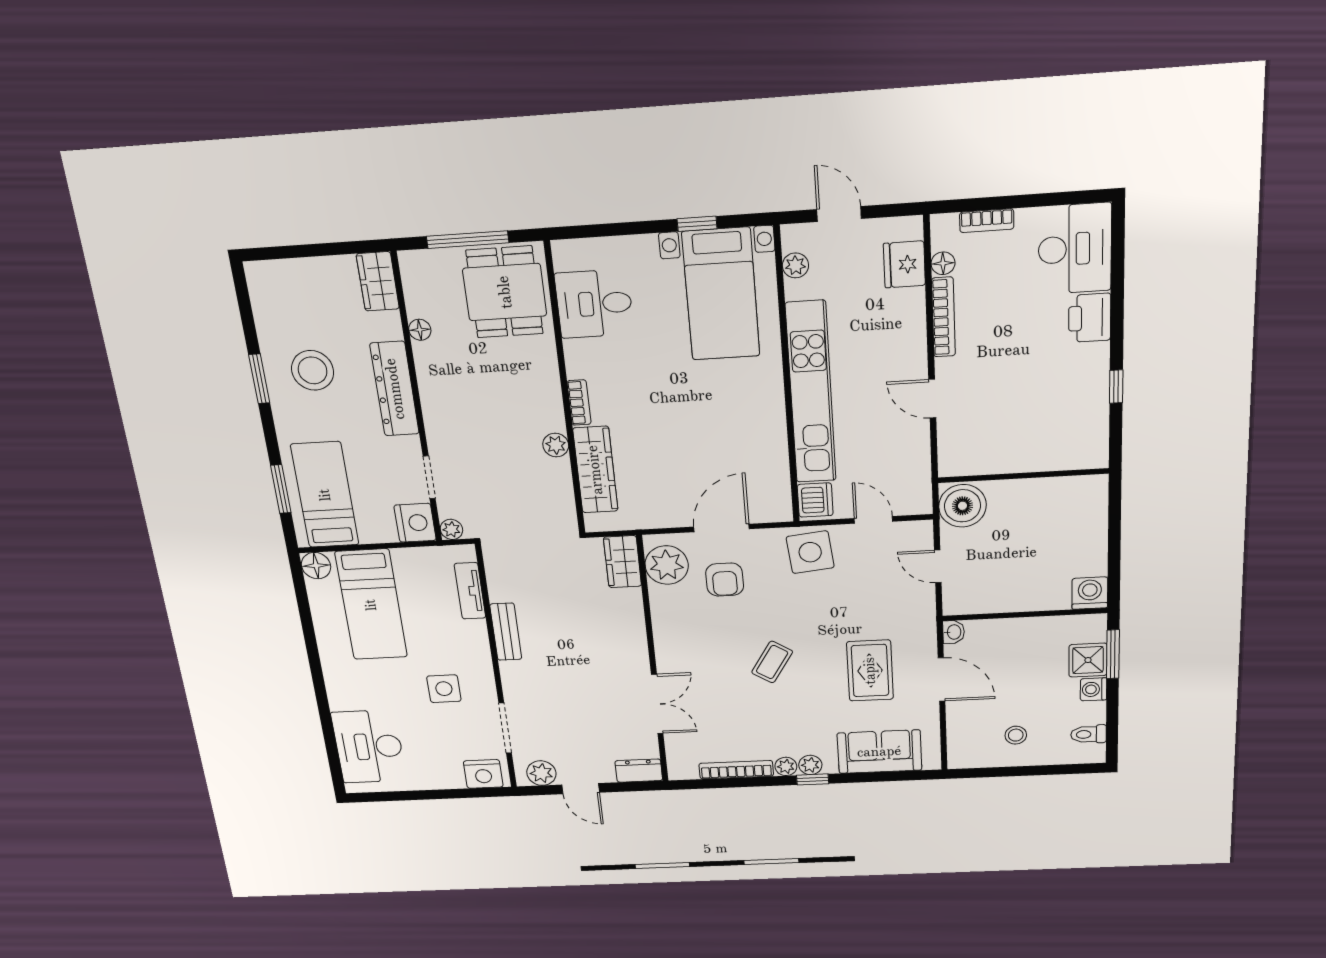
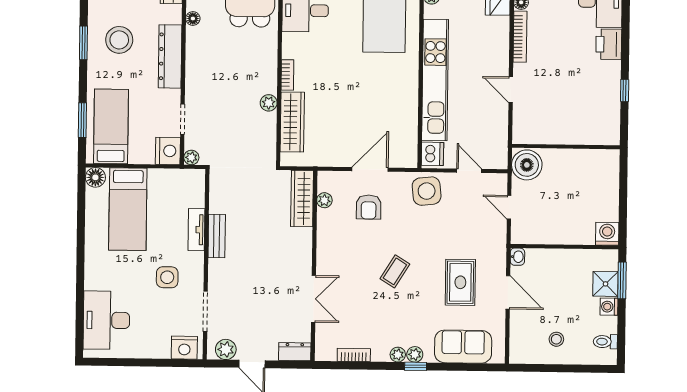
wardrobe: (623, 562) -> (302, 199), width x1.50
plant: (667, 565) -> (324, 200), width x0.53, depth x0.53
tv unit: (470, 591) -> (196, 230), moved
bookcase: (736, 770) -> (354, 355), width x0.64

